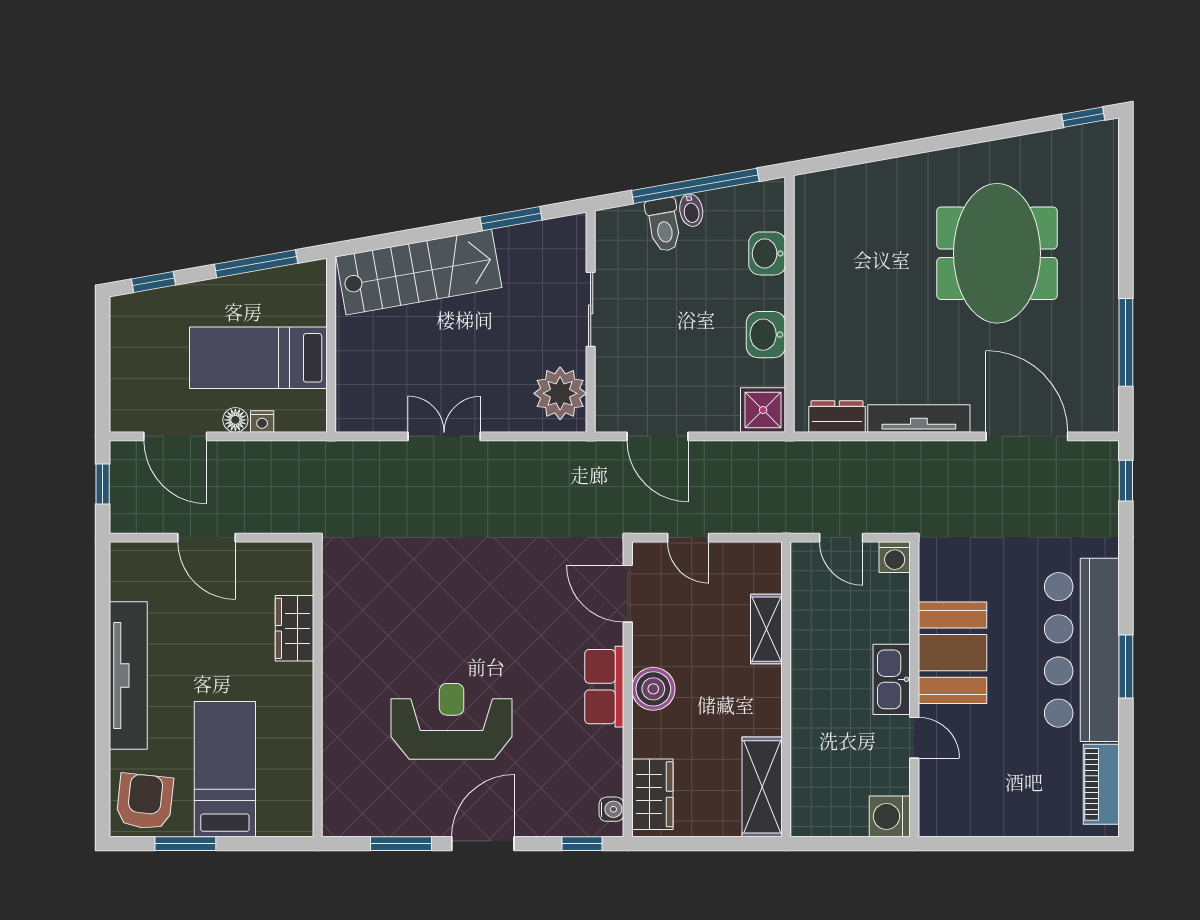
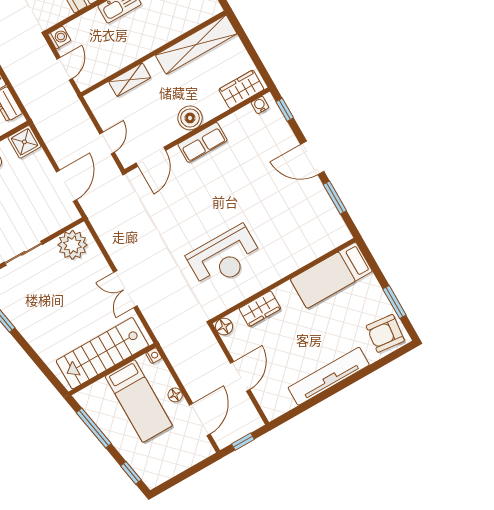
stairs: (419, 272) -> (102, 353), moved, turned -80
nightstand: (262, 422) -> (154, 356), moved
floor lamp: (298, 557) -> (224, 327), added
reception desk: (452, 721) -> (224, 257), moved, turned -90
bed: (225, 769) -> (331, 275), moved
shelving: (762, 787) -> (196, 45), width x1.47

